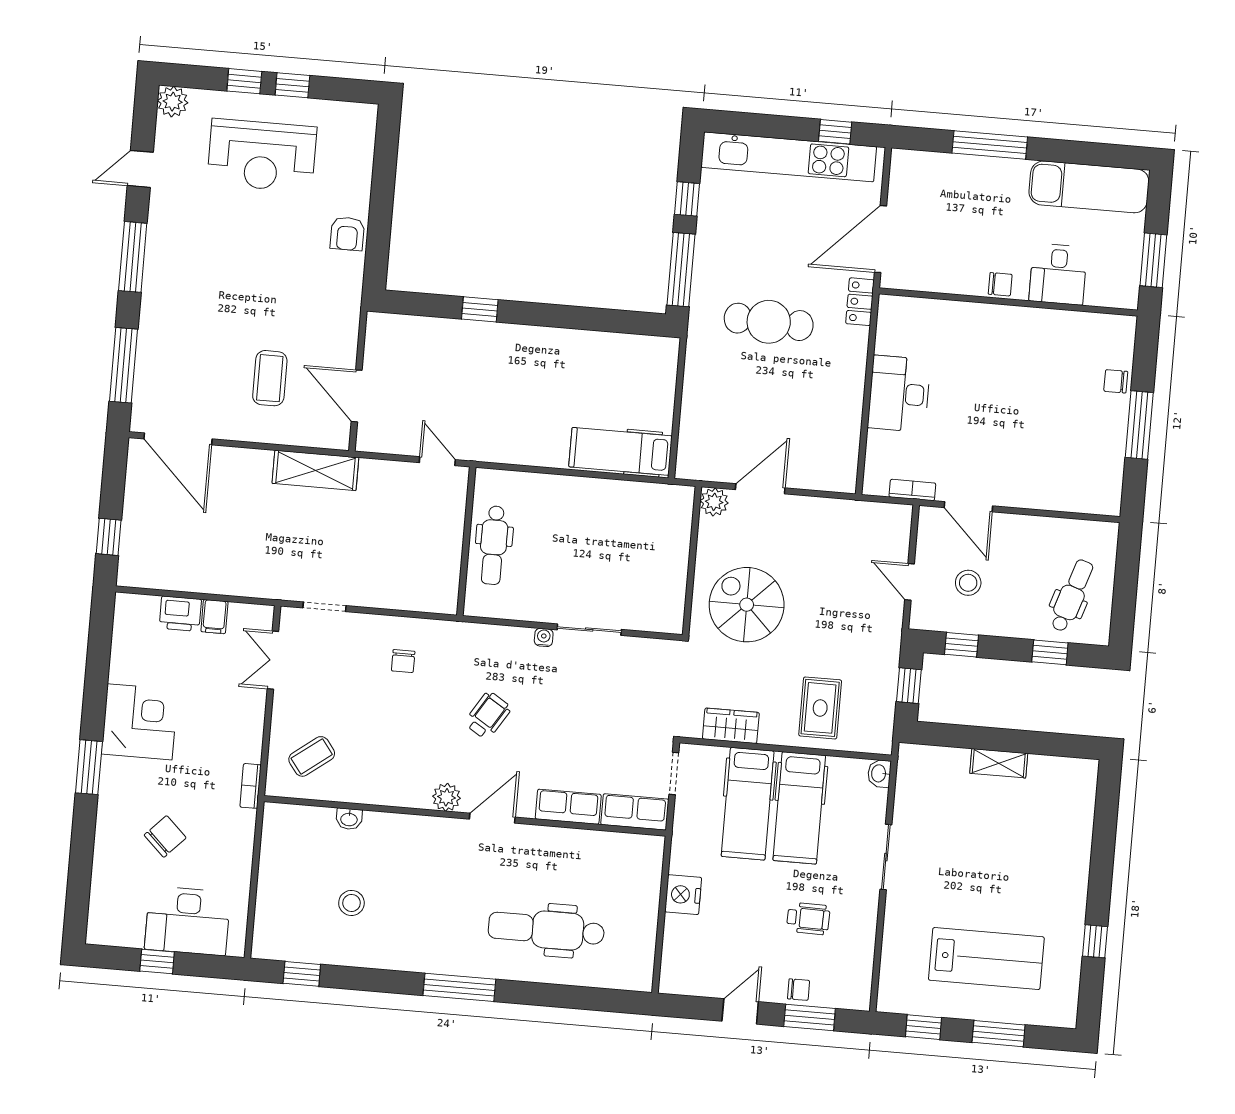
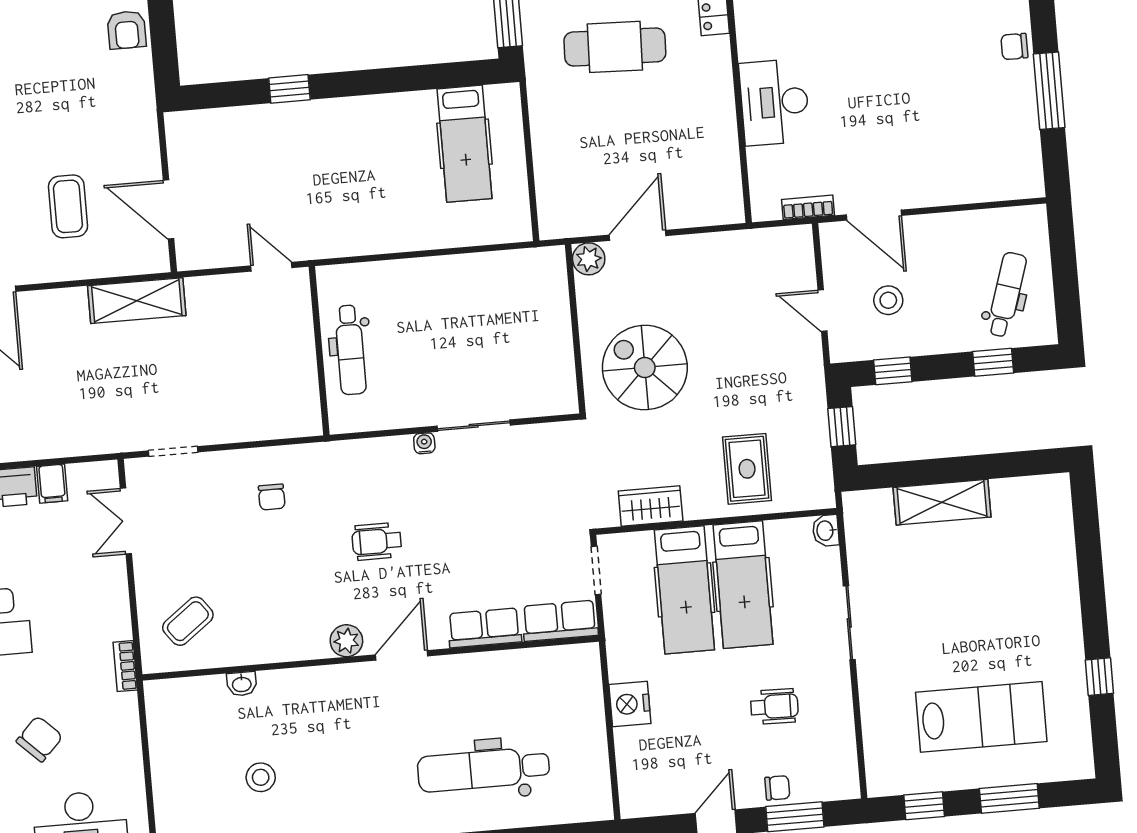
hospital bed: (621, 451) -> (464, 144), moved, turned -90
wheelchair: (488, 715) -> (377, 541), turned -122
shelving: (999, 763) -> (942, 502), width x1.50, depth x1.33

